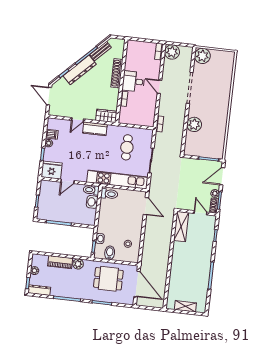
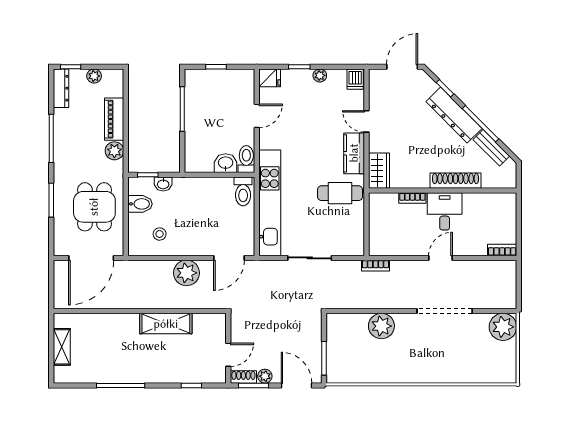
plant: (172, 52) -> (186, 273), moved
dishwasher: (52, 134) -> (355, 79), moved
cafe table: (127, 147) -> (340, 193), moved
fridge: (52, 170) -> (270, 78), width x0.53, depth x0.75
door: (67, 181) -> (257, 116), swing flipped
shelving: (181, 227) -> (166, 324), moved

